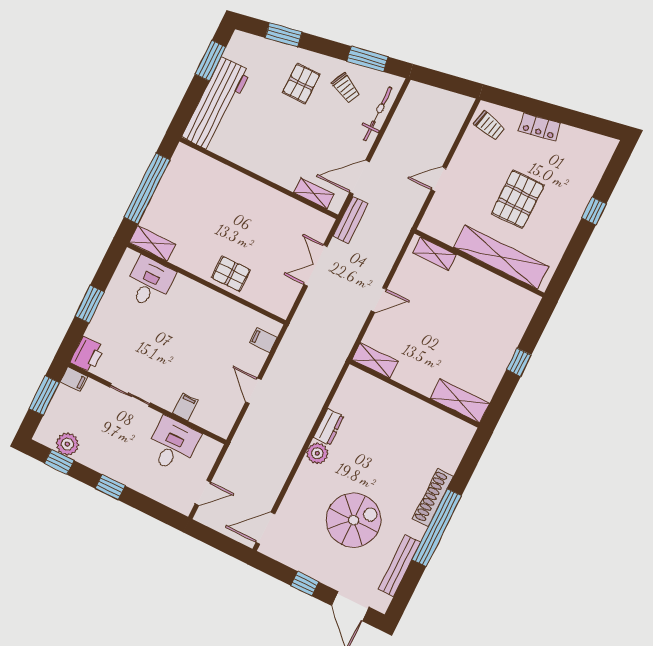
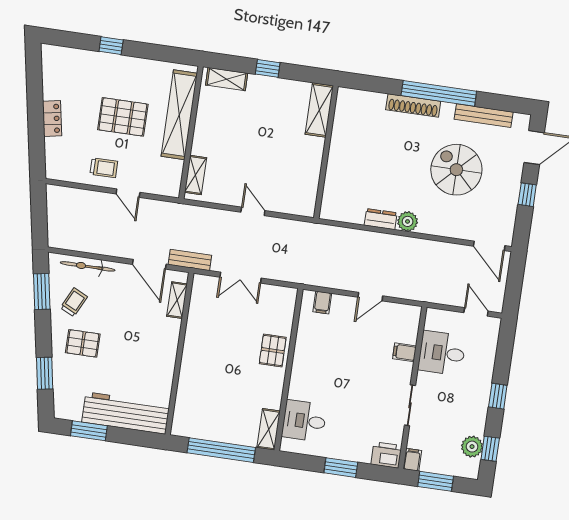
trolley: (489, 126) -> (104, 168), moved, turned 77
shelving: (375, 361) -> (227, 79), moved, turned 90

